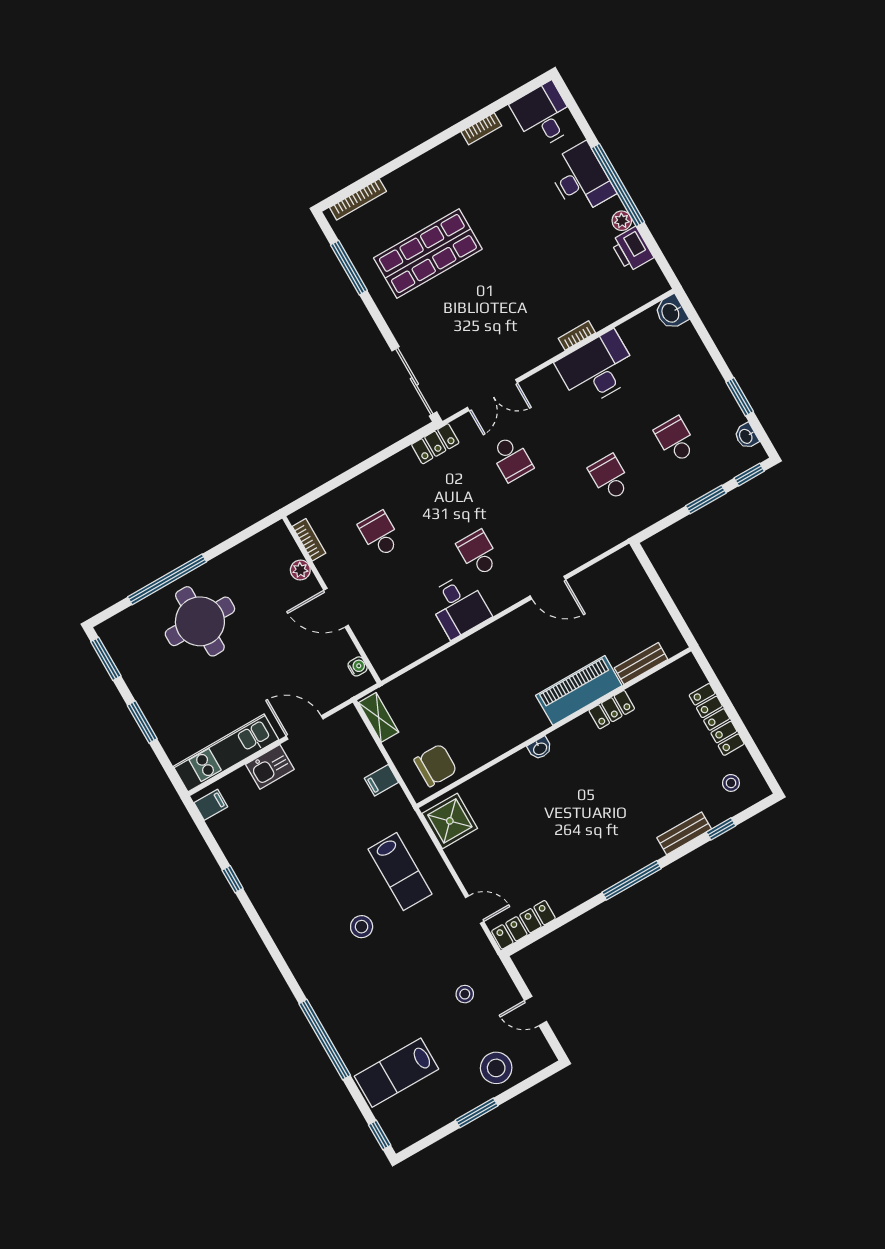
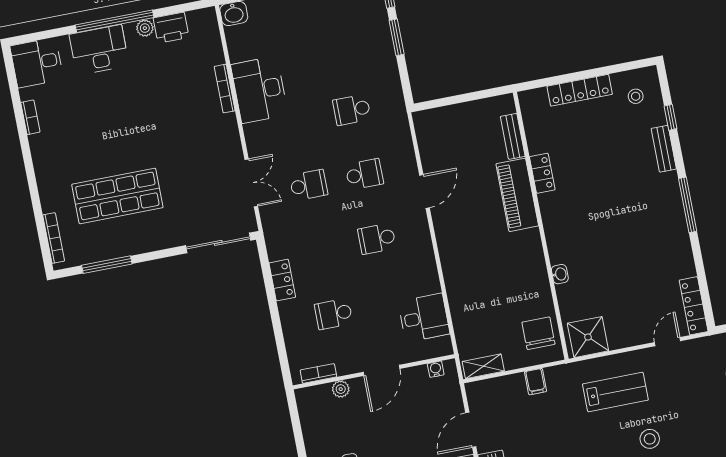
shop shelf: (428, 254) -> (117, 196), turned 90
bookcase: (577, 336) -> (225, 89), width x1.56
school desk: (676, 440) -> (364, 174), moved, turned 180
locker: (435, 444) -> (282, 280), moved
desk: (459, 606) -> (424, 318), moved
washbasin: (540, 748) -> (560, 274), moved

